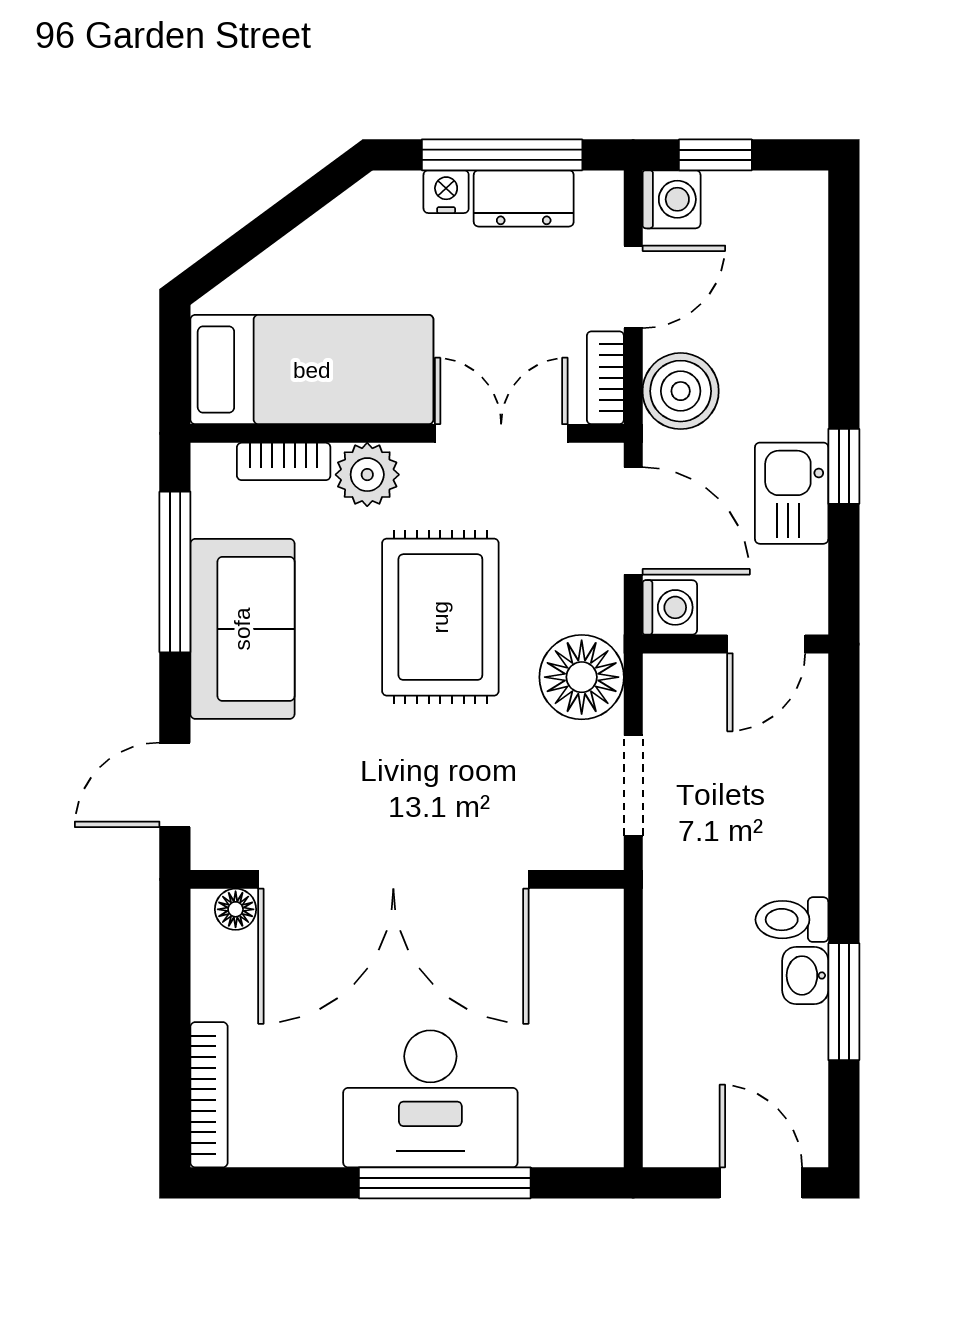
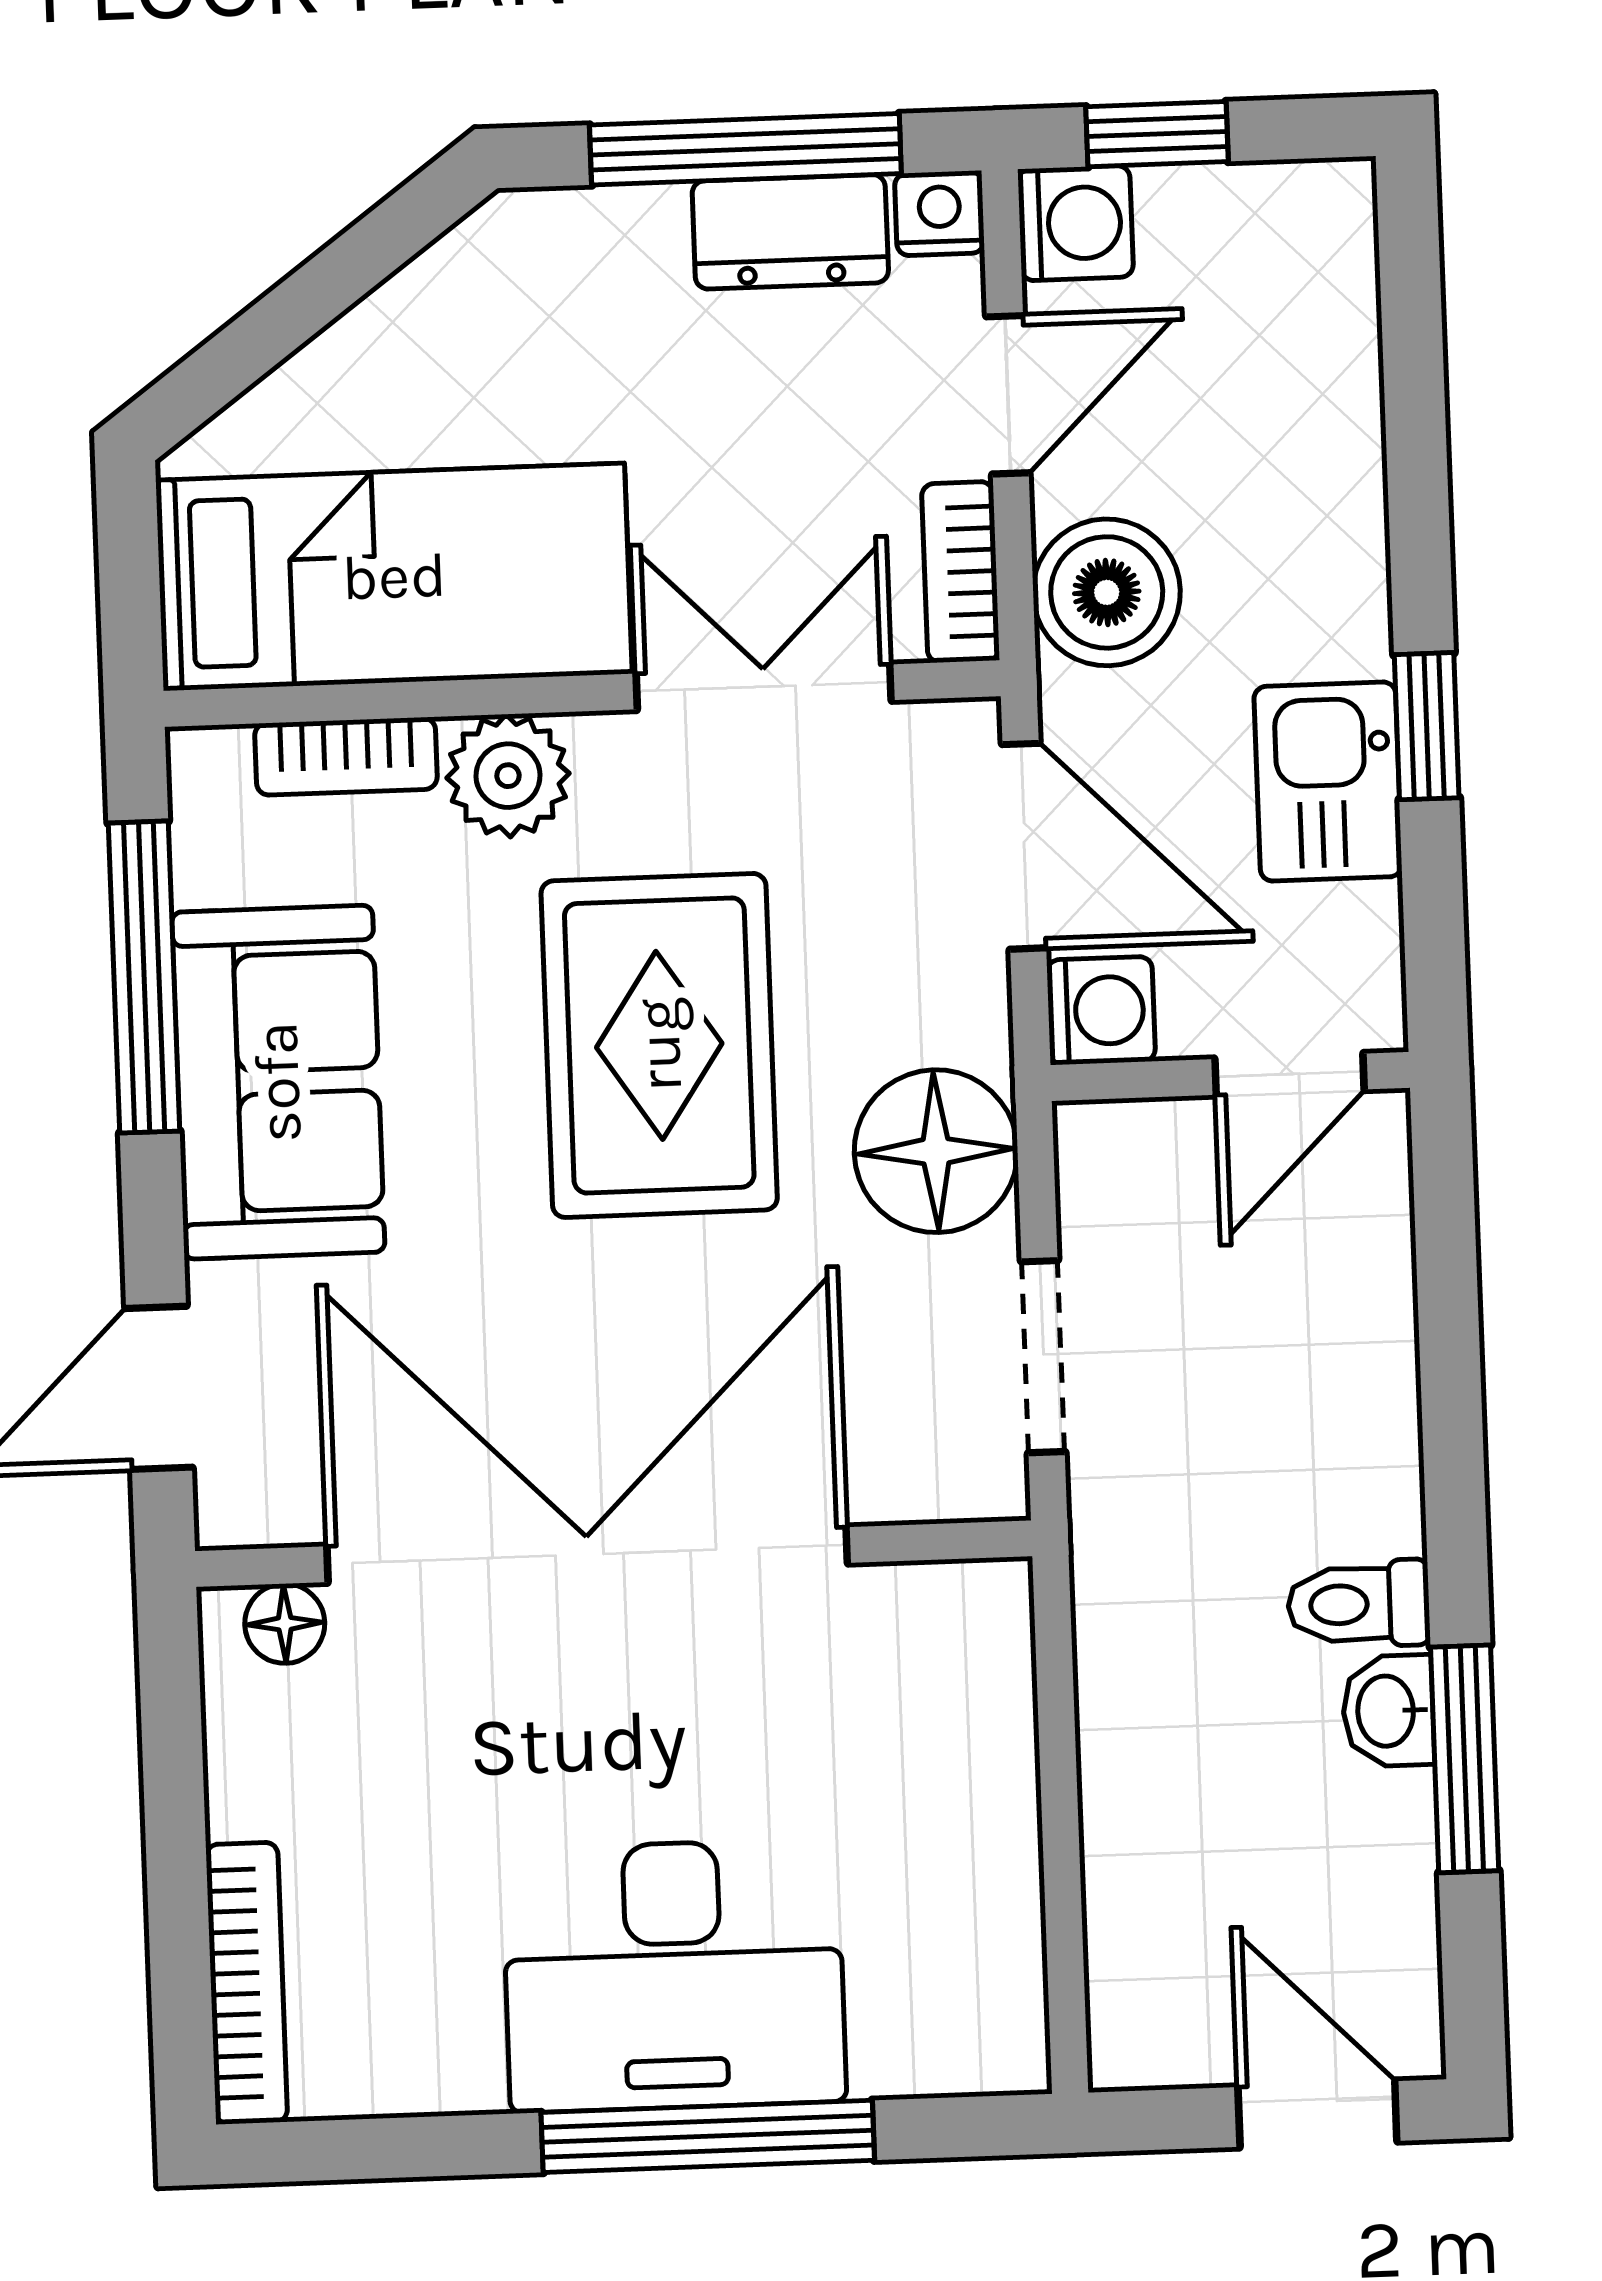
nightstand: (446, 192) -> (939, 213), moved
double door: (393, 879) -> (587, 1555), swing flipped

